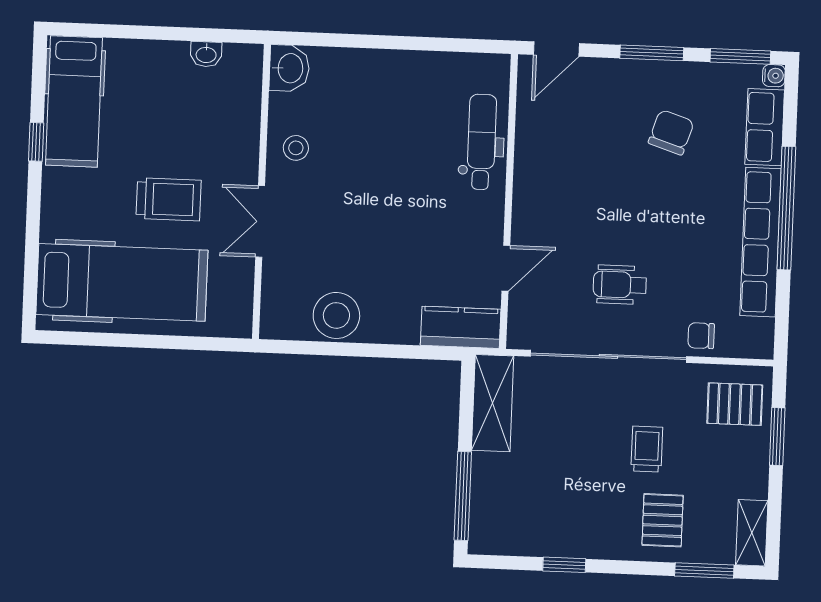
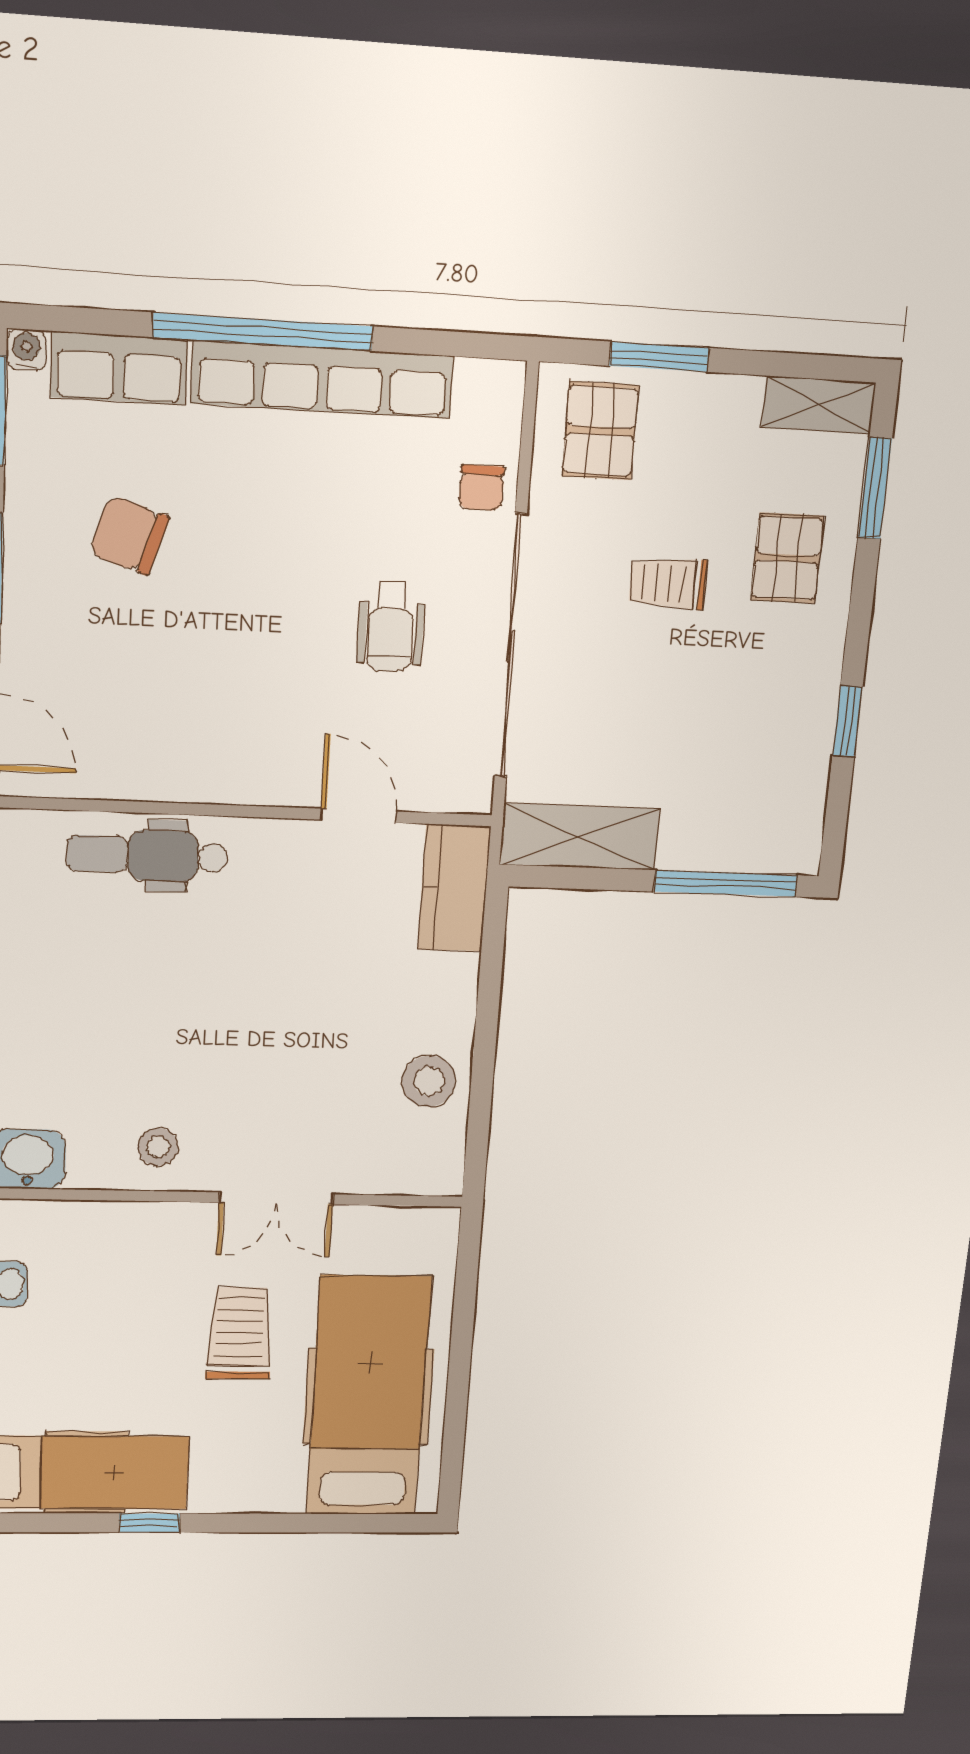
stool: (336, 315) -> (429, 1081), width x0.73, depth x0.73
pallet: (663, 520) -> (787, 558), turned 90

